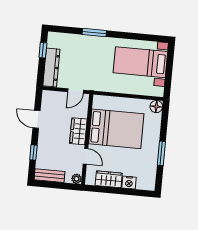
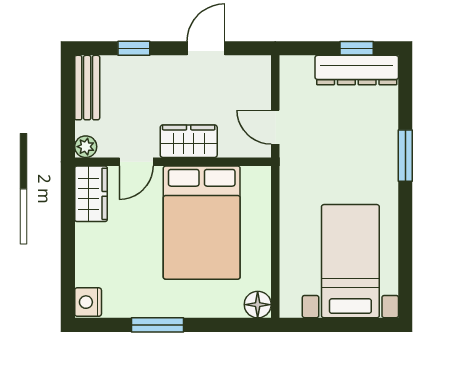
dresser: (51, 68) -> (357, 70), moved
wardrobe: (109, 179) -> (91, 194), moved
nightstand: (129, 183) -> (88, 302), moved

